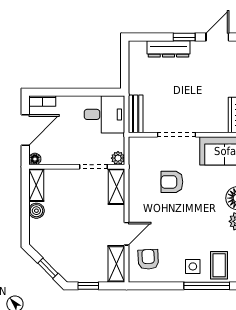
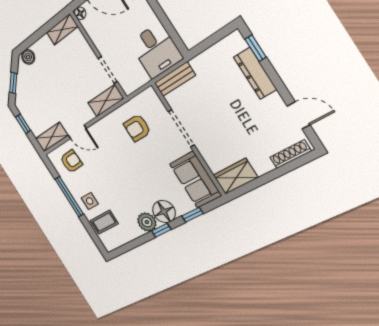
window: (184, 37) -> (256, 48), moved
plant: (118, 158) -> (128, 87), removed
armchair: (172, 182) -> (137, 128), moved, turned -90
boiler: (36, 211) -> (28, 57), moved
window: (207, 286) -> (69, 197), moved

